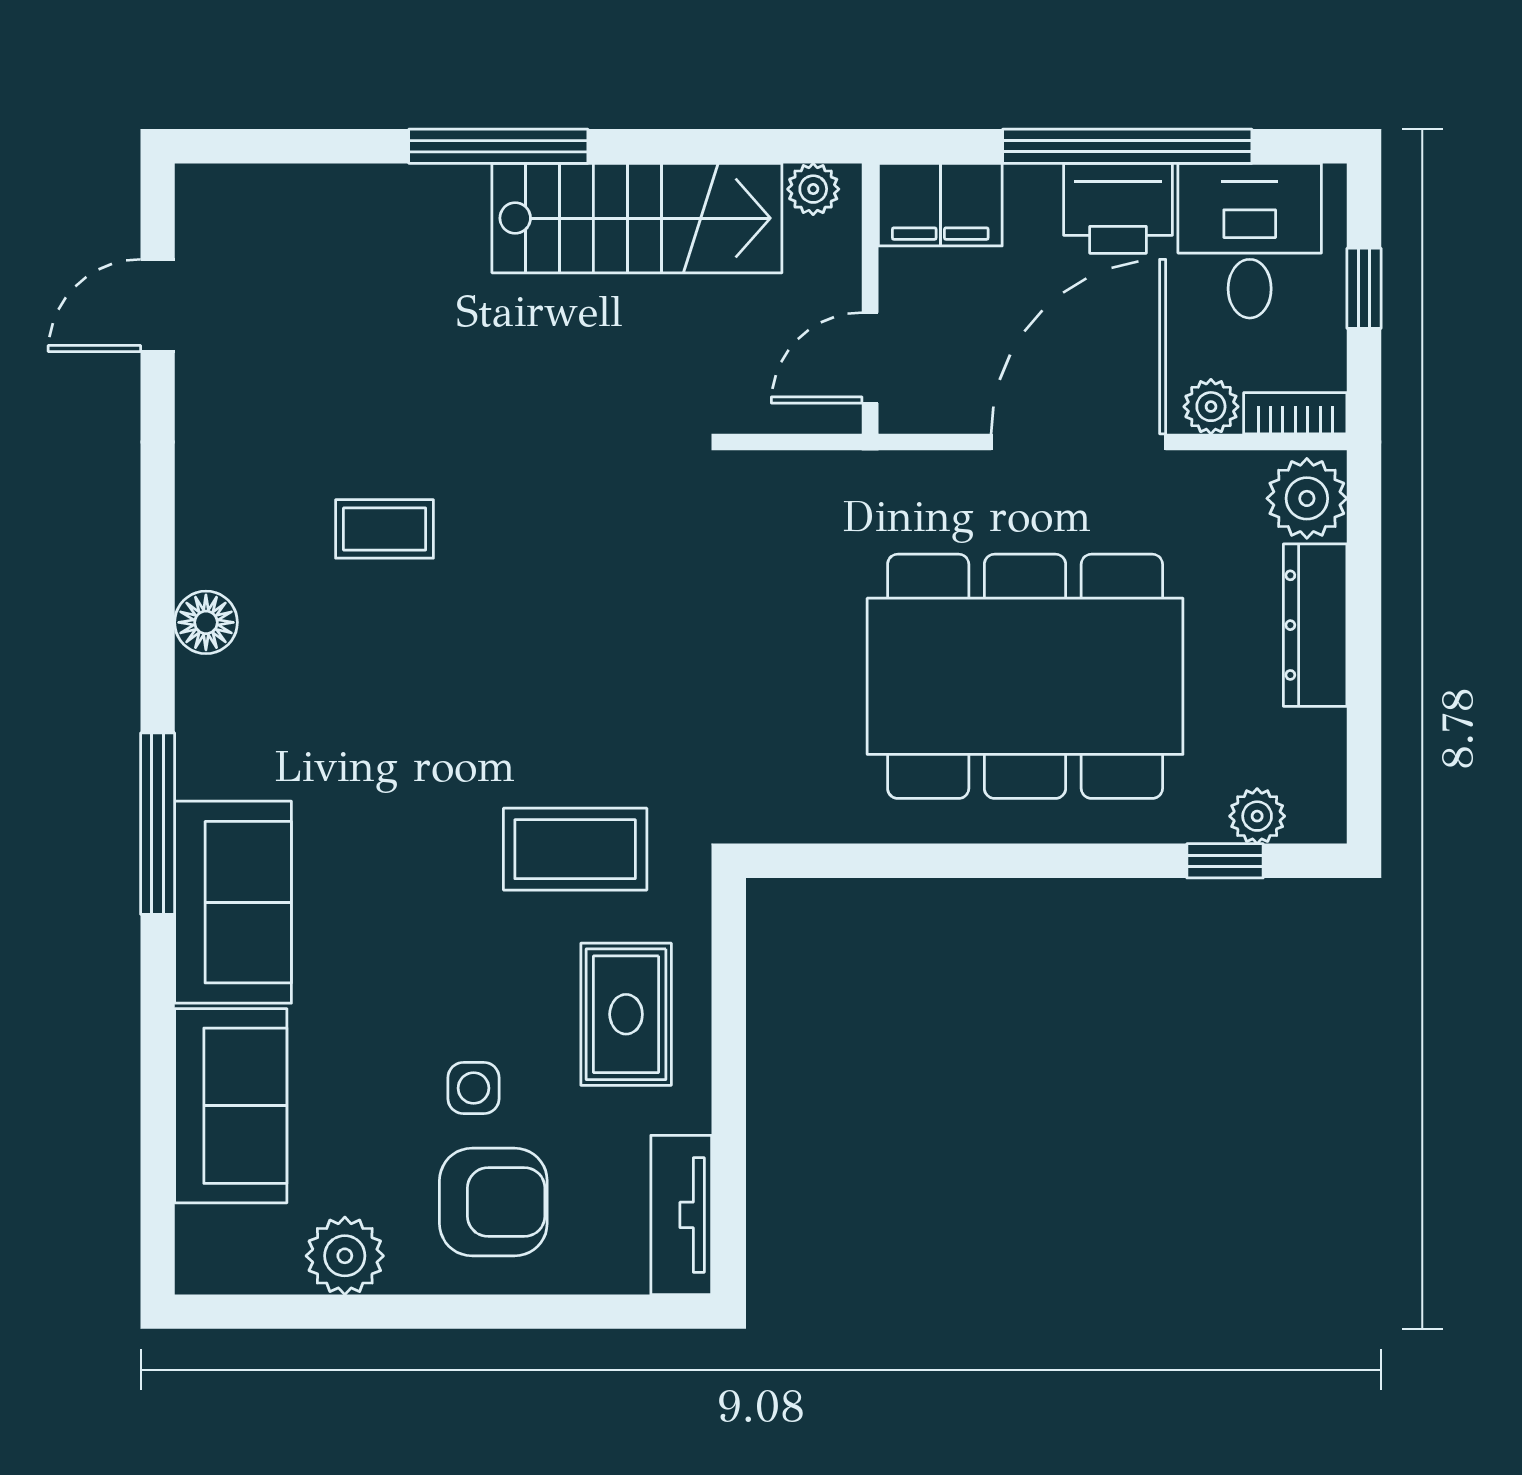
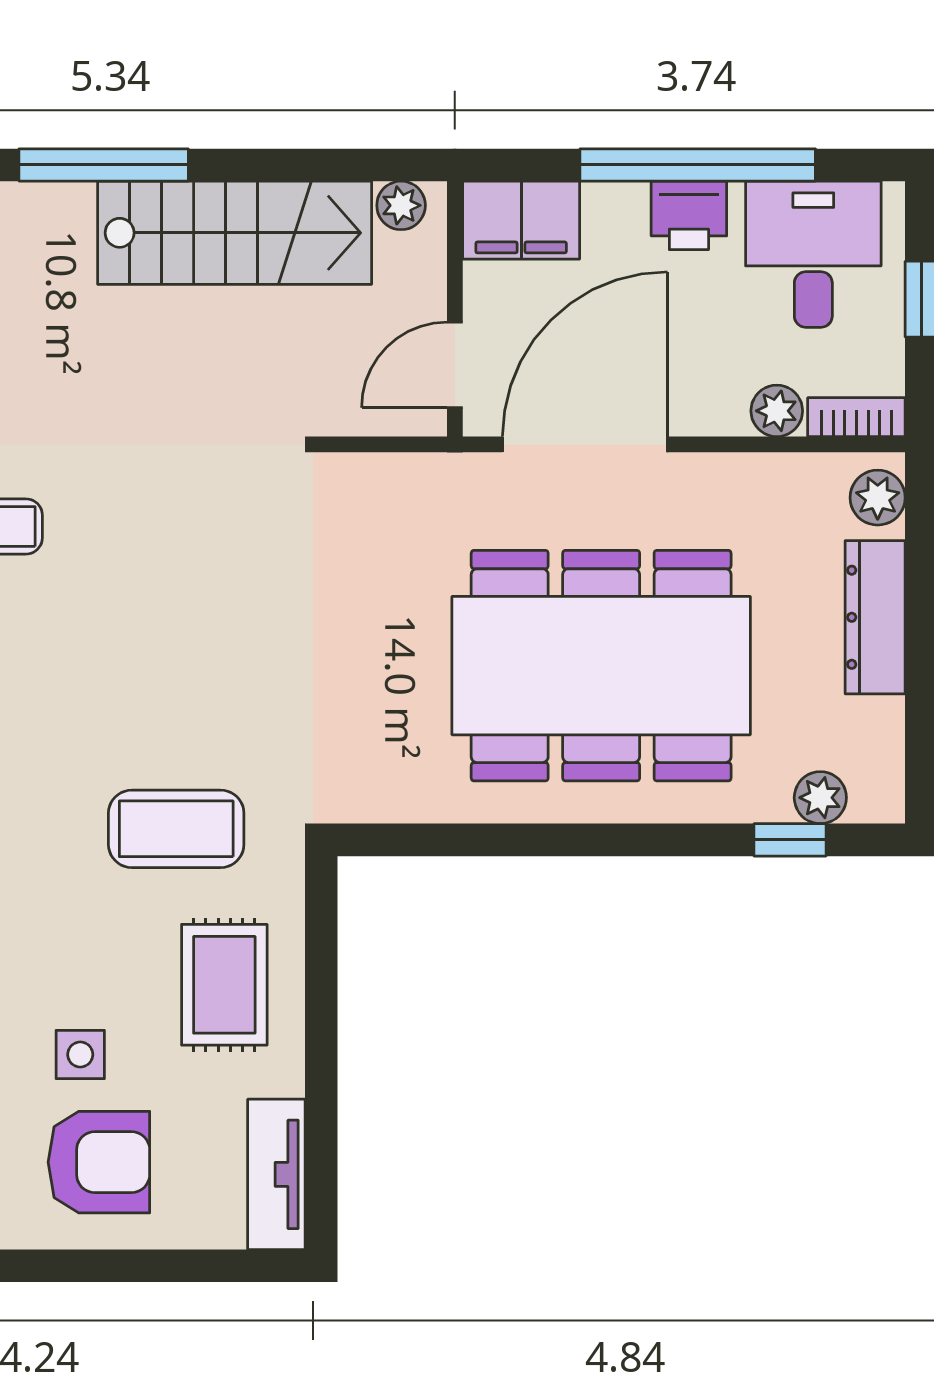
printer: (1118, 208) -> (689, 215), width x0.73, depth x0.81
door: (1078, 442) -> (585, 444), moved
plant: (1307, 498) -> (878, 498), width x0.73, depth x0.73

